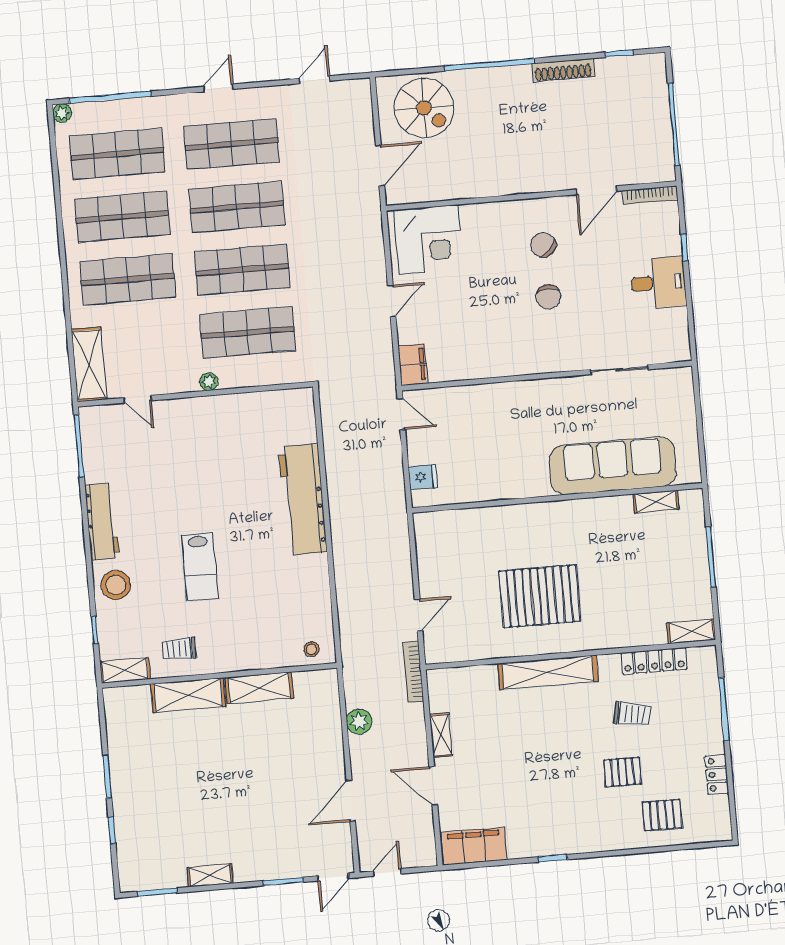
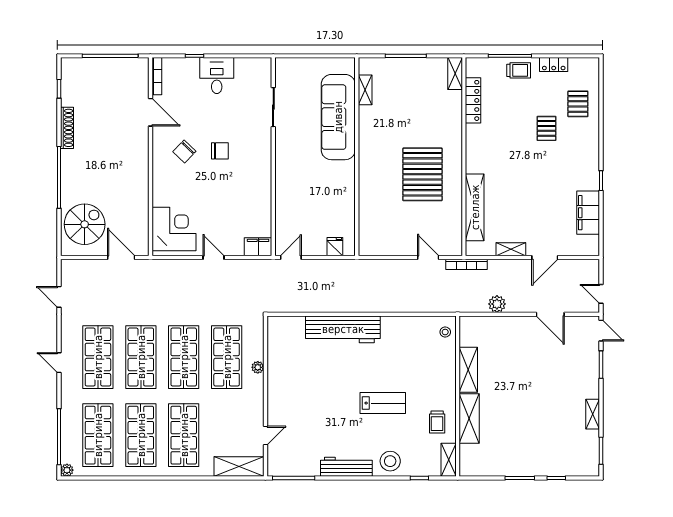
plant: (209, 382) -> (258, 367), moved
shelving: (548, 672) -> (475, 207), moved
trolley: (632, 714) -> (519, 70), moved, turned 79
filing cabinet: (474, 846) -> (588, 213), moved

